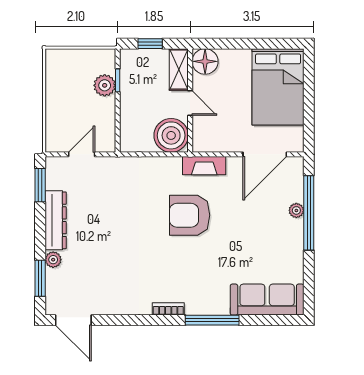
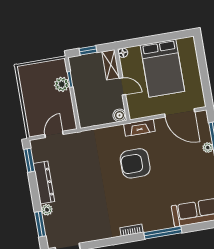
floor lamp: (205, 61) -> (123, 53), width x0.53, depth x0.53
bed: (278, 87) -> (162, 68), moved
boiler: (171, 135) -> (120, 115), width x0.54, depth x0.54
door: (265, 154) -> (180, 113), hinge flipped

